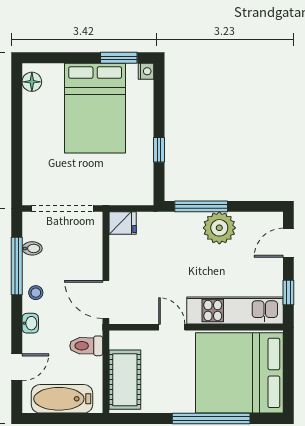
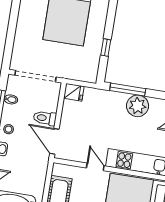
toilet: (86, 346) -> (45, 118), moved

